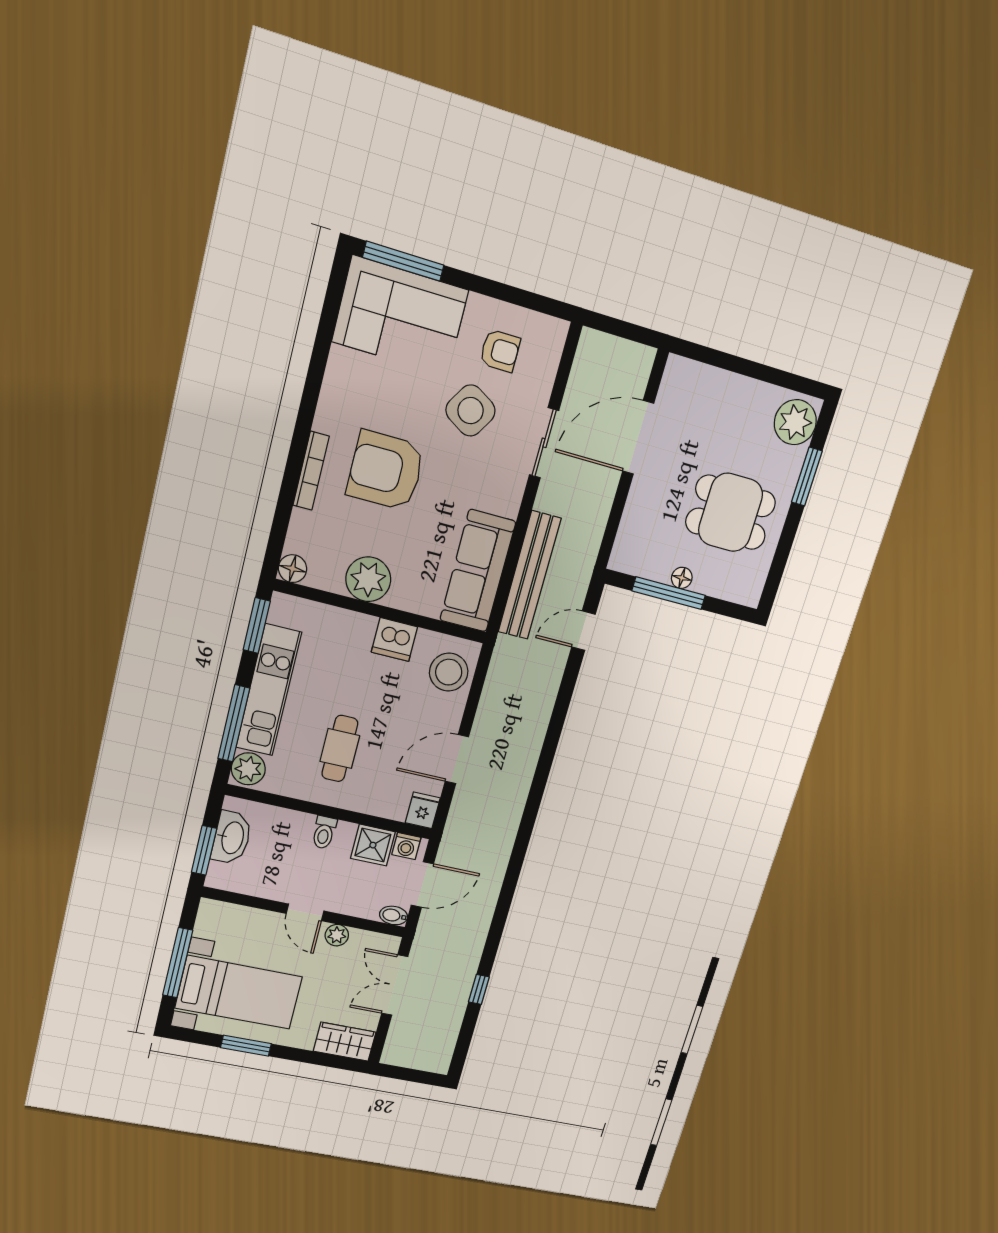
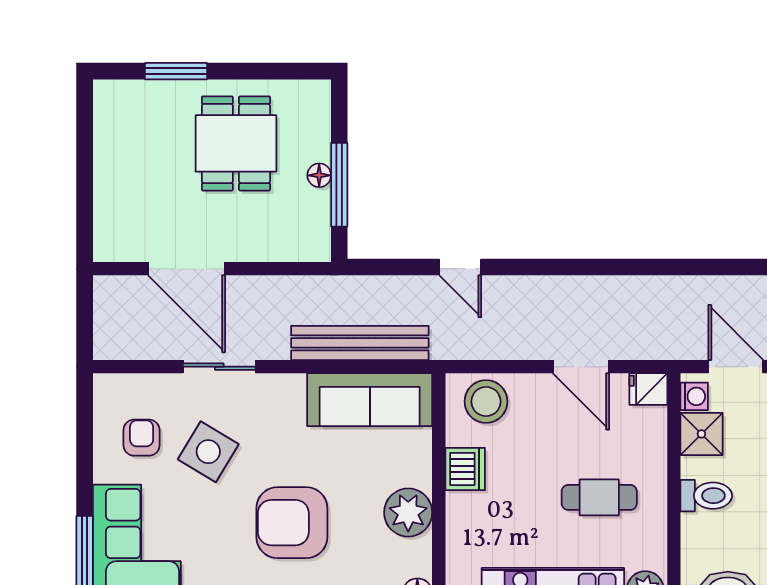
plant: (795, 422) -> (124, 103), removed
armchair: (386, 471) -> (292, 523), turned 90
door: (583, 631) -> (460, 267), moved
toilet: (324, 832) -> (706, 496), width x1.37, depth x1.39

